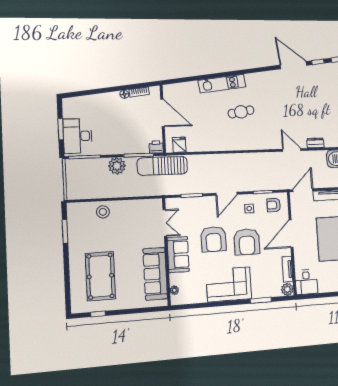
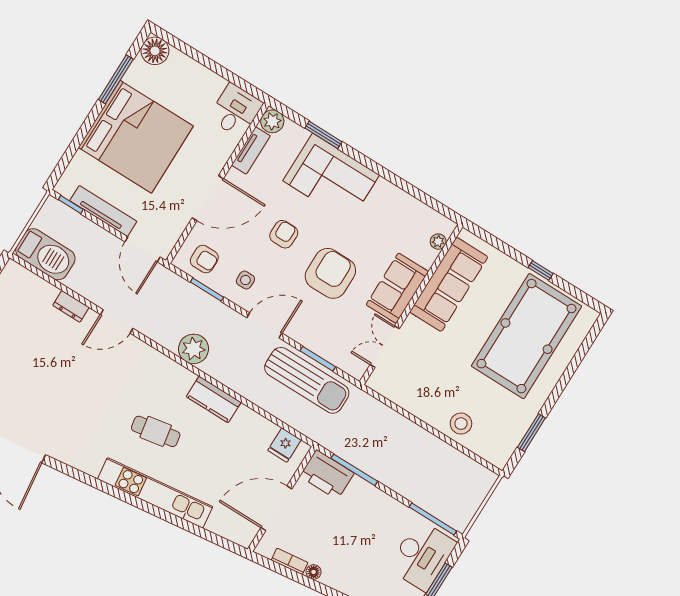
kitchen unit: (222, 84) -> (155, 493), width x1.36
door: (163, 113) -> (276, 508), hinge flipped
kitchen counter: (226, 144) -> (214, 399), added
printer: (156, 147) -> (327, 475), width x1.87, depth x1.48
door: (292, 150) -> (117, 321), hinge flipped
plant: (117, 166) -> (194, 349), moved
sun lounger: (162, 166) -> (307, 380), moved
door: (303, 190) -> (143, 249), hinge flipped
armchair: (247, 242) -> (284, 234), width x0.53, depth x0.53
pool table: (100, 276) -> (526, 336), width x1.36, depth x1.32
corner sofa: (229, 284) -> (331, 178), moved
window: (98, 314) -> (541, 271), moved

